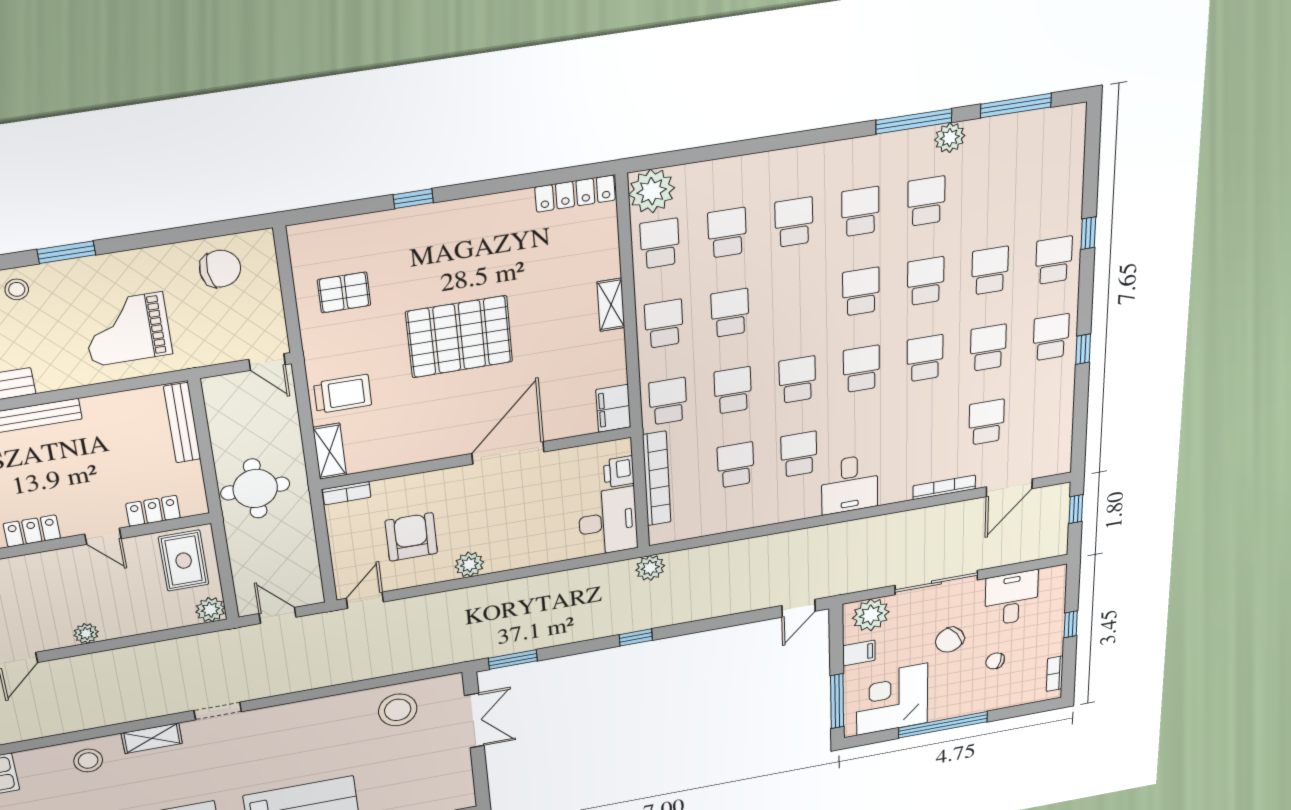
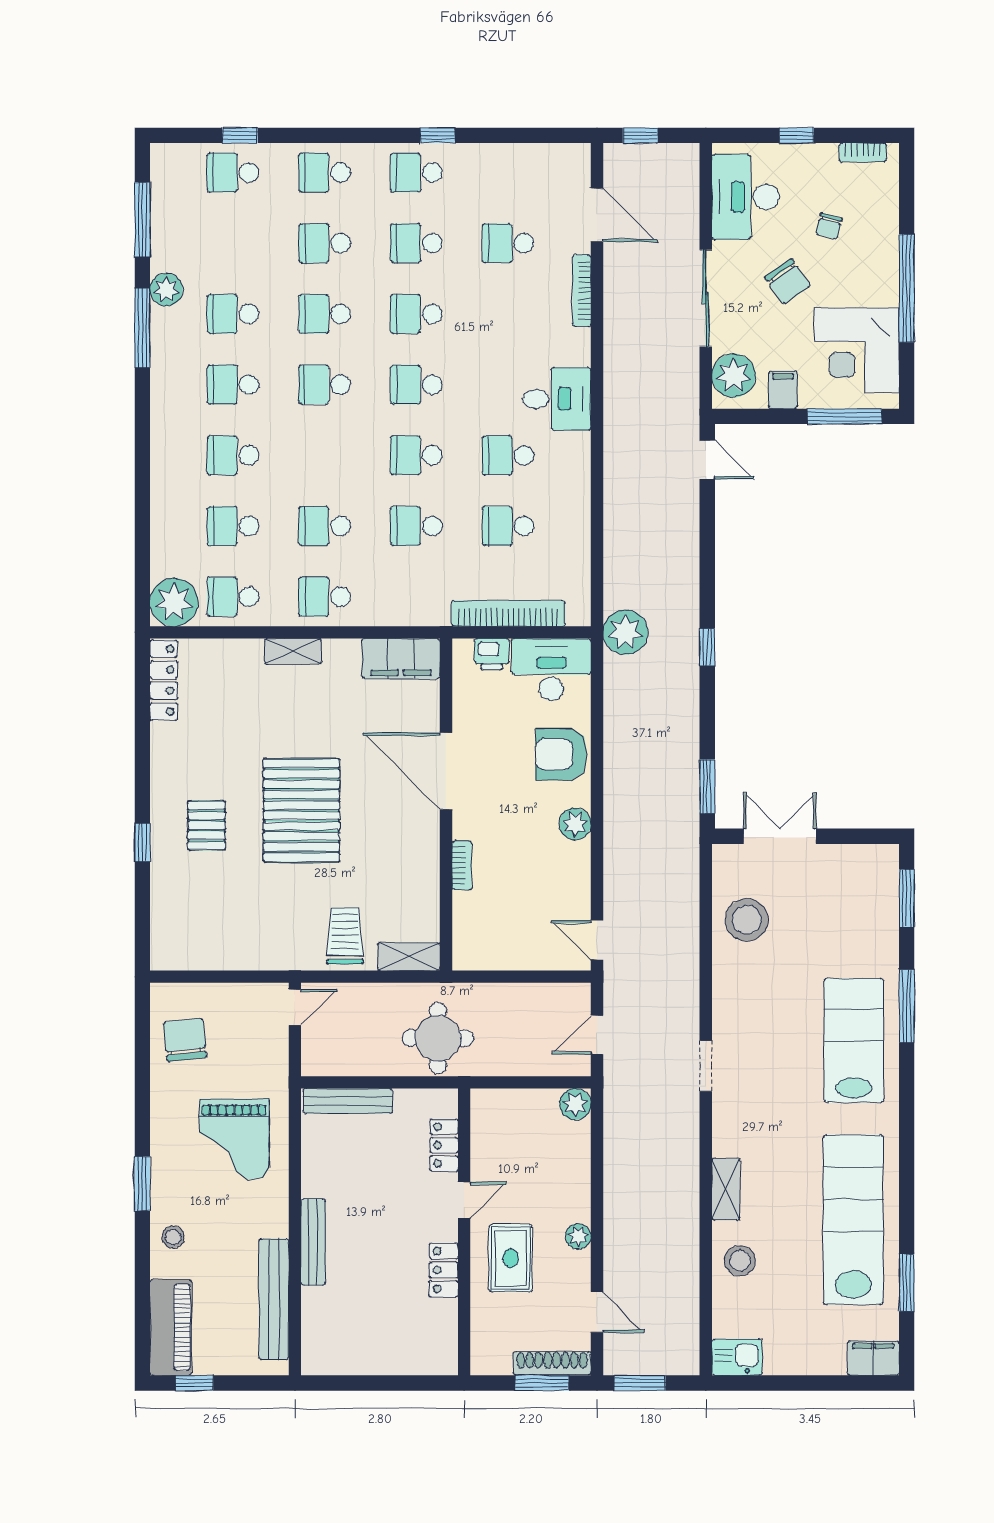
window: (1088, 233) -> (240, 135), moved
pallet: (344, 292) -> (207, 825), moved
school desk: (668, 401) -> (233, 173), moved
filing cabinet: (613, 408) -> (401, 659), width x1.50, depth x1.17
bookcase: (347, 493) -> (462, 865), moved
armchair: (411, 537) -> (561, 754), moved
rug: (184, 561) -> (511, 1258), moved, turned 90
plant: (650, 568) -> (625, 632), width x1.36, depth x1.36
desk: (1011, 598) -> (745, 197), width x1.37
doorway: (218, 711) -> (706, 1066), moved

